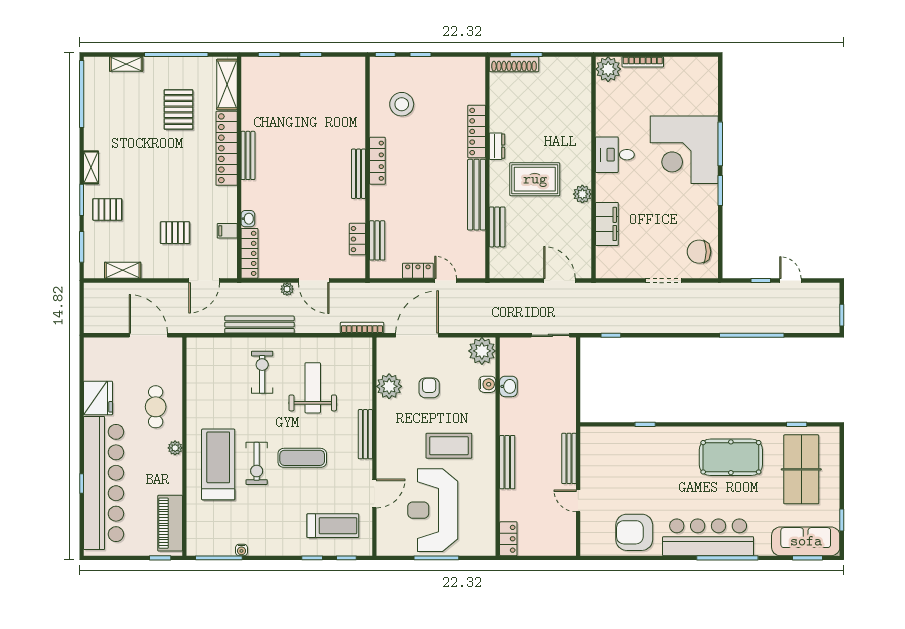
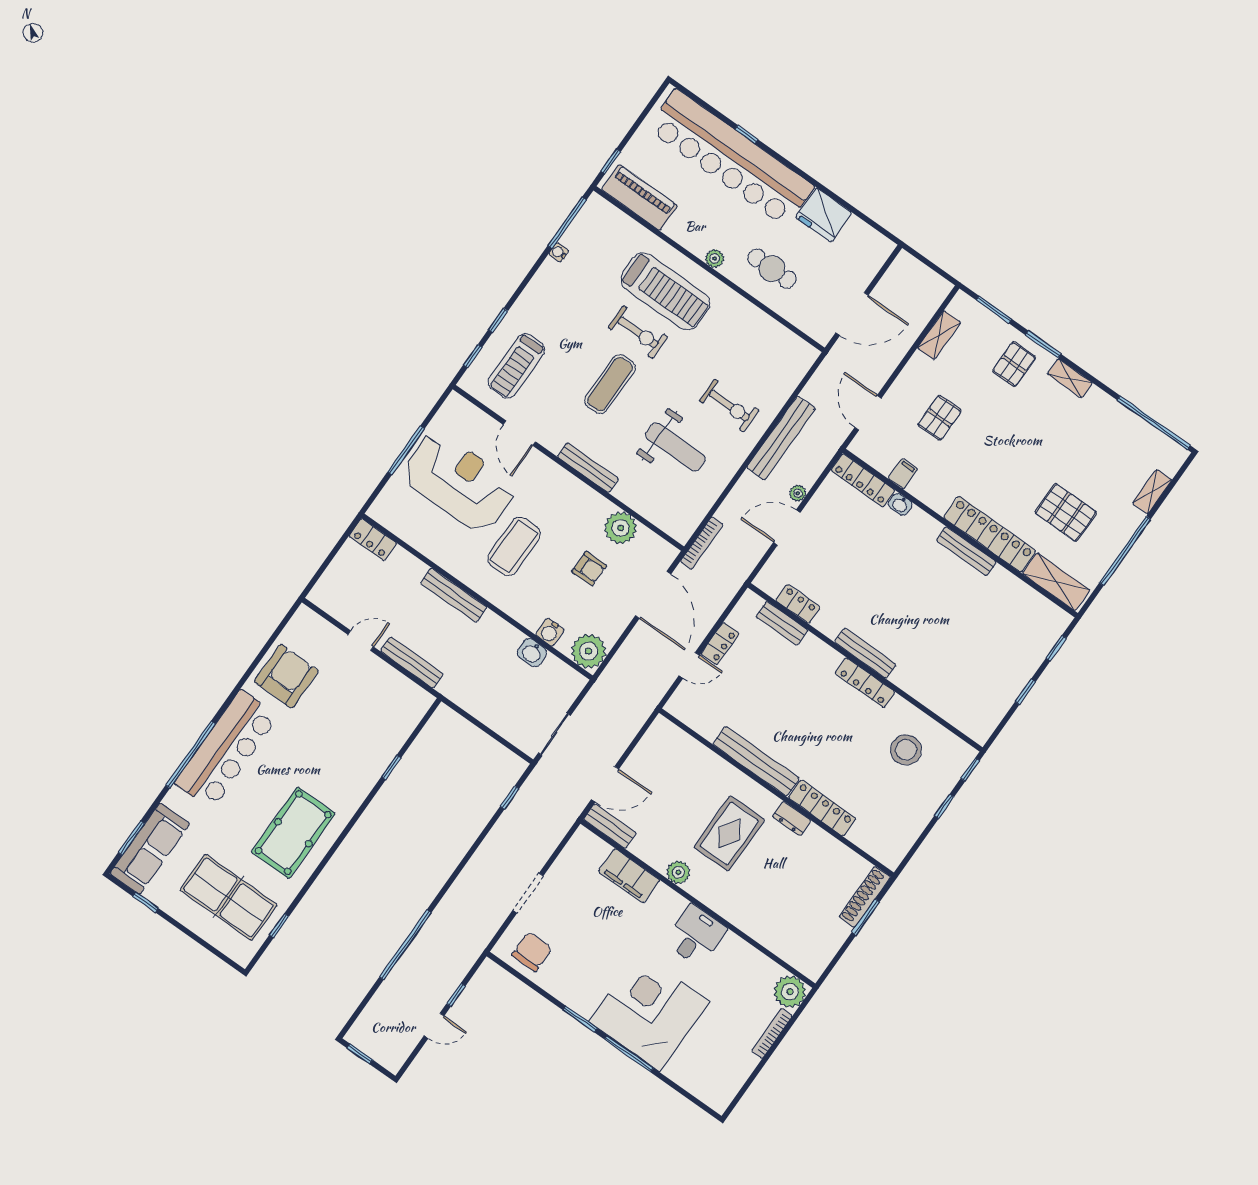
bench: (497, 227) -> (610, 826), moved
exercise bike: (257, 463) -> (638, 332), turned 180

